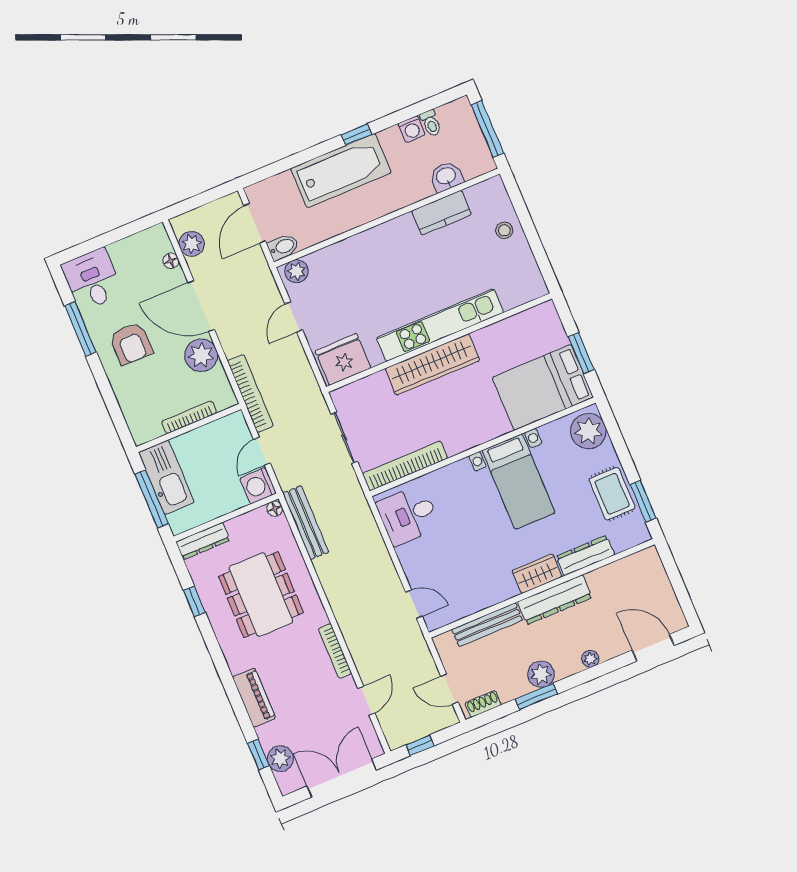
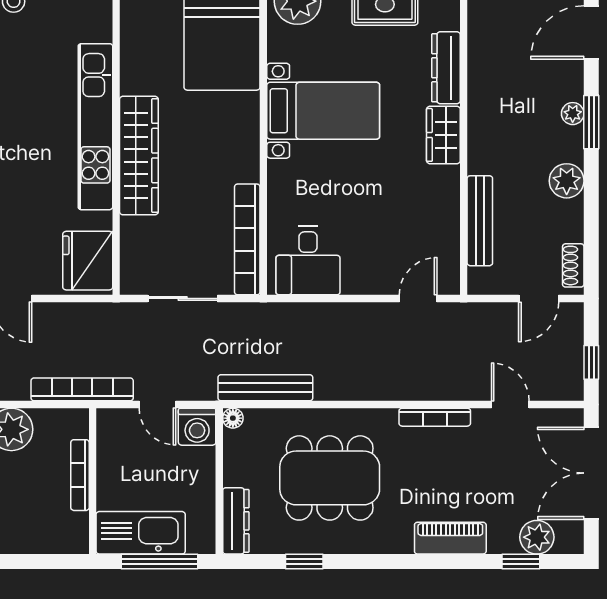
dresser: (555, 600) -> (484, 127), removed
window: (536, 697) -> (591, 122), moved

